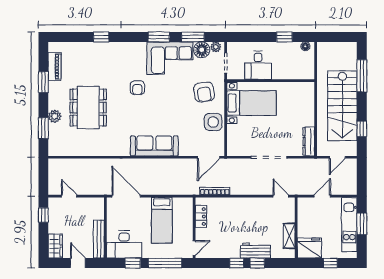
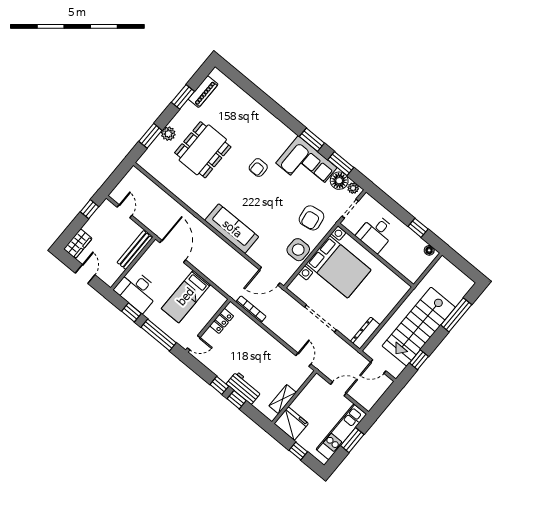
window: (101, 37) -> (263, 99), removed
bed with nightstands: (251, 103) -> (339, 267), width x1.36
bench: (99, 239) -> (135, 250), moved

